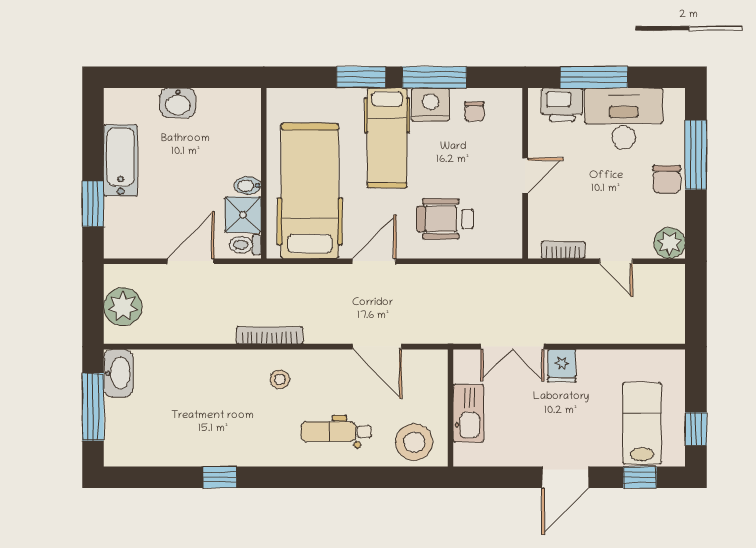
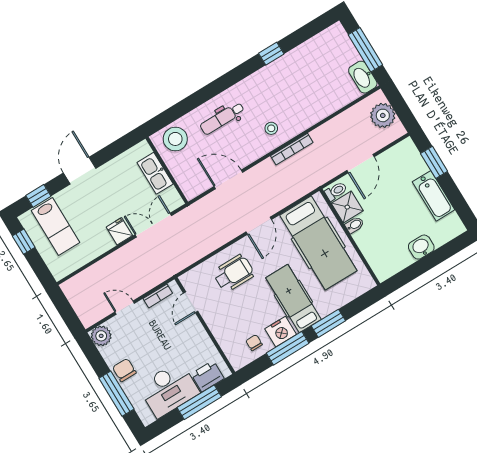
door: (525, 176) -> (191, 302), moved
dental chair: (336, 432) -> (222, 118), turned 180

